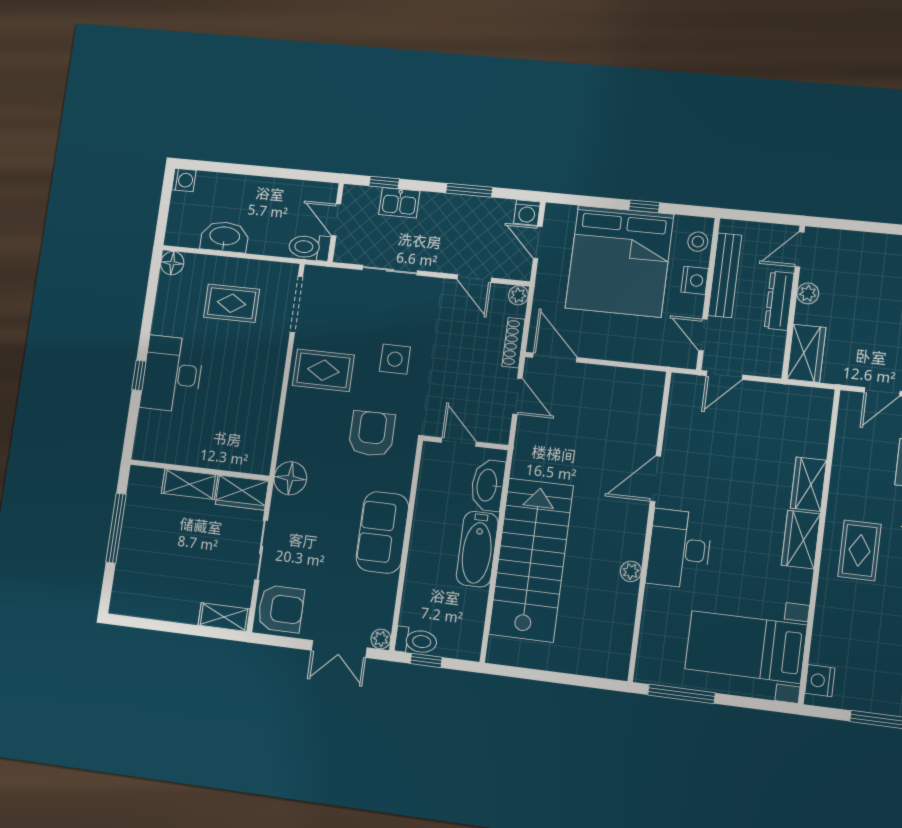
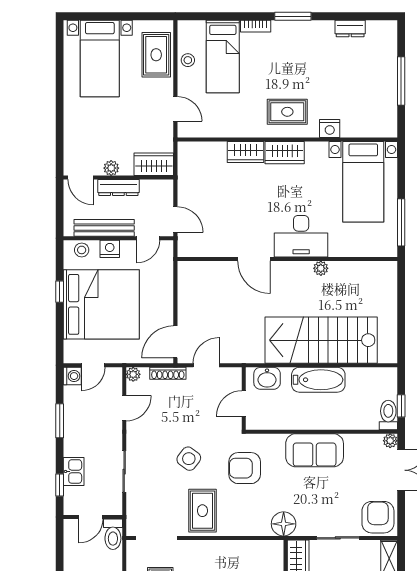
side table: (395, 359) -> (189, 459), turned 37
washbasin: (488, 485) -> (267, 378), width x0.72
nightstand: (820, 681) -> (330, 128), moved

